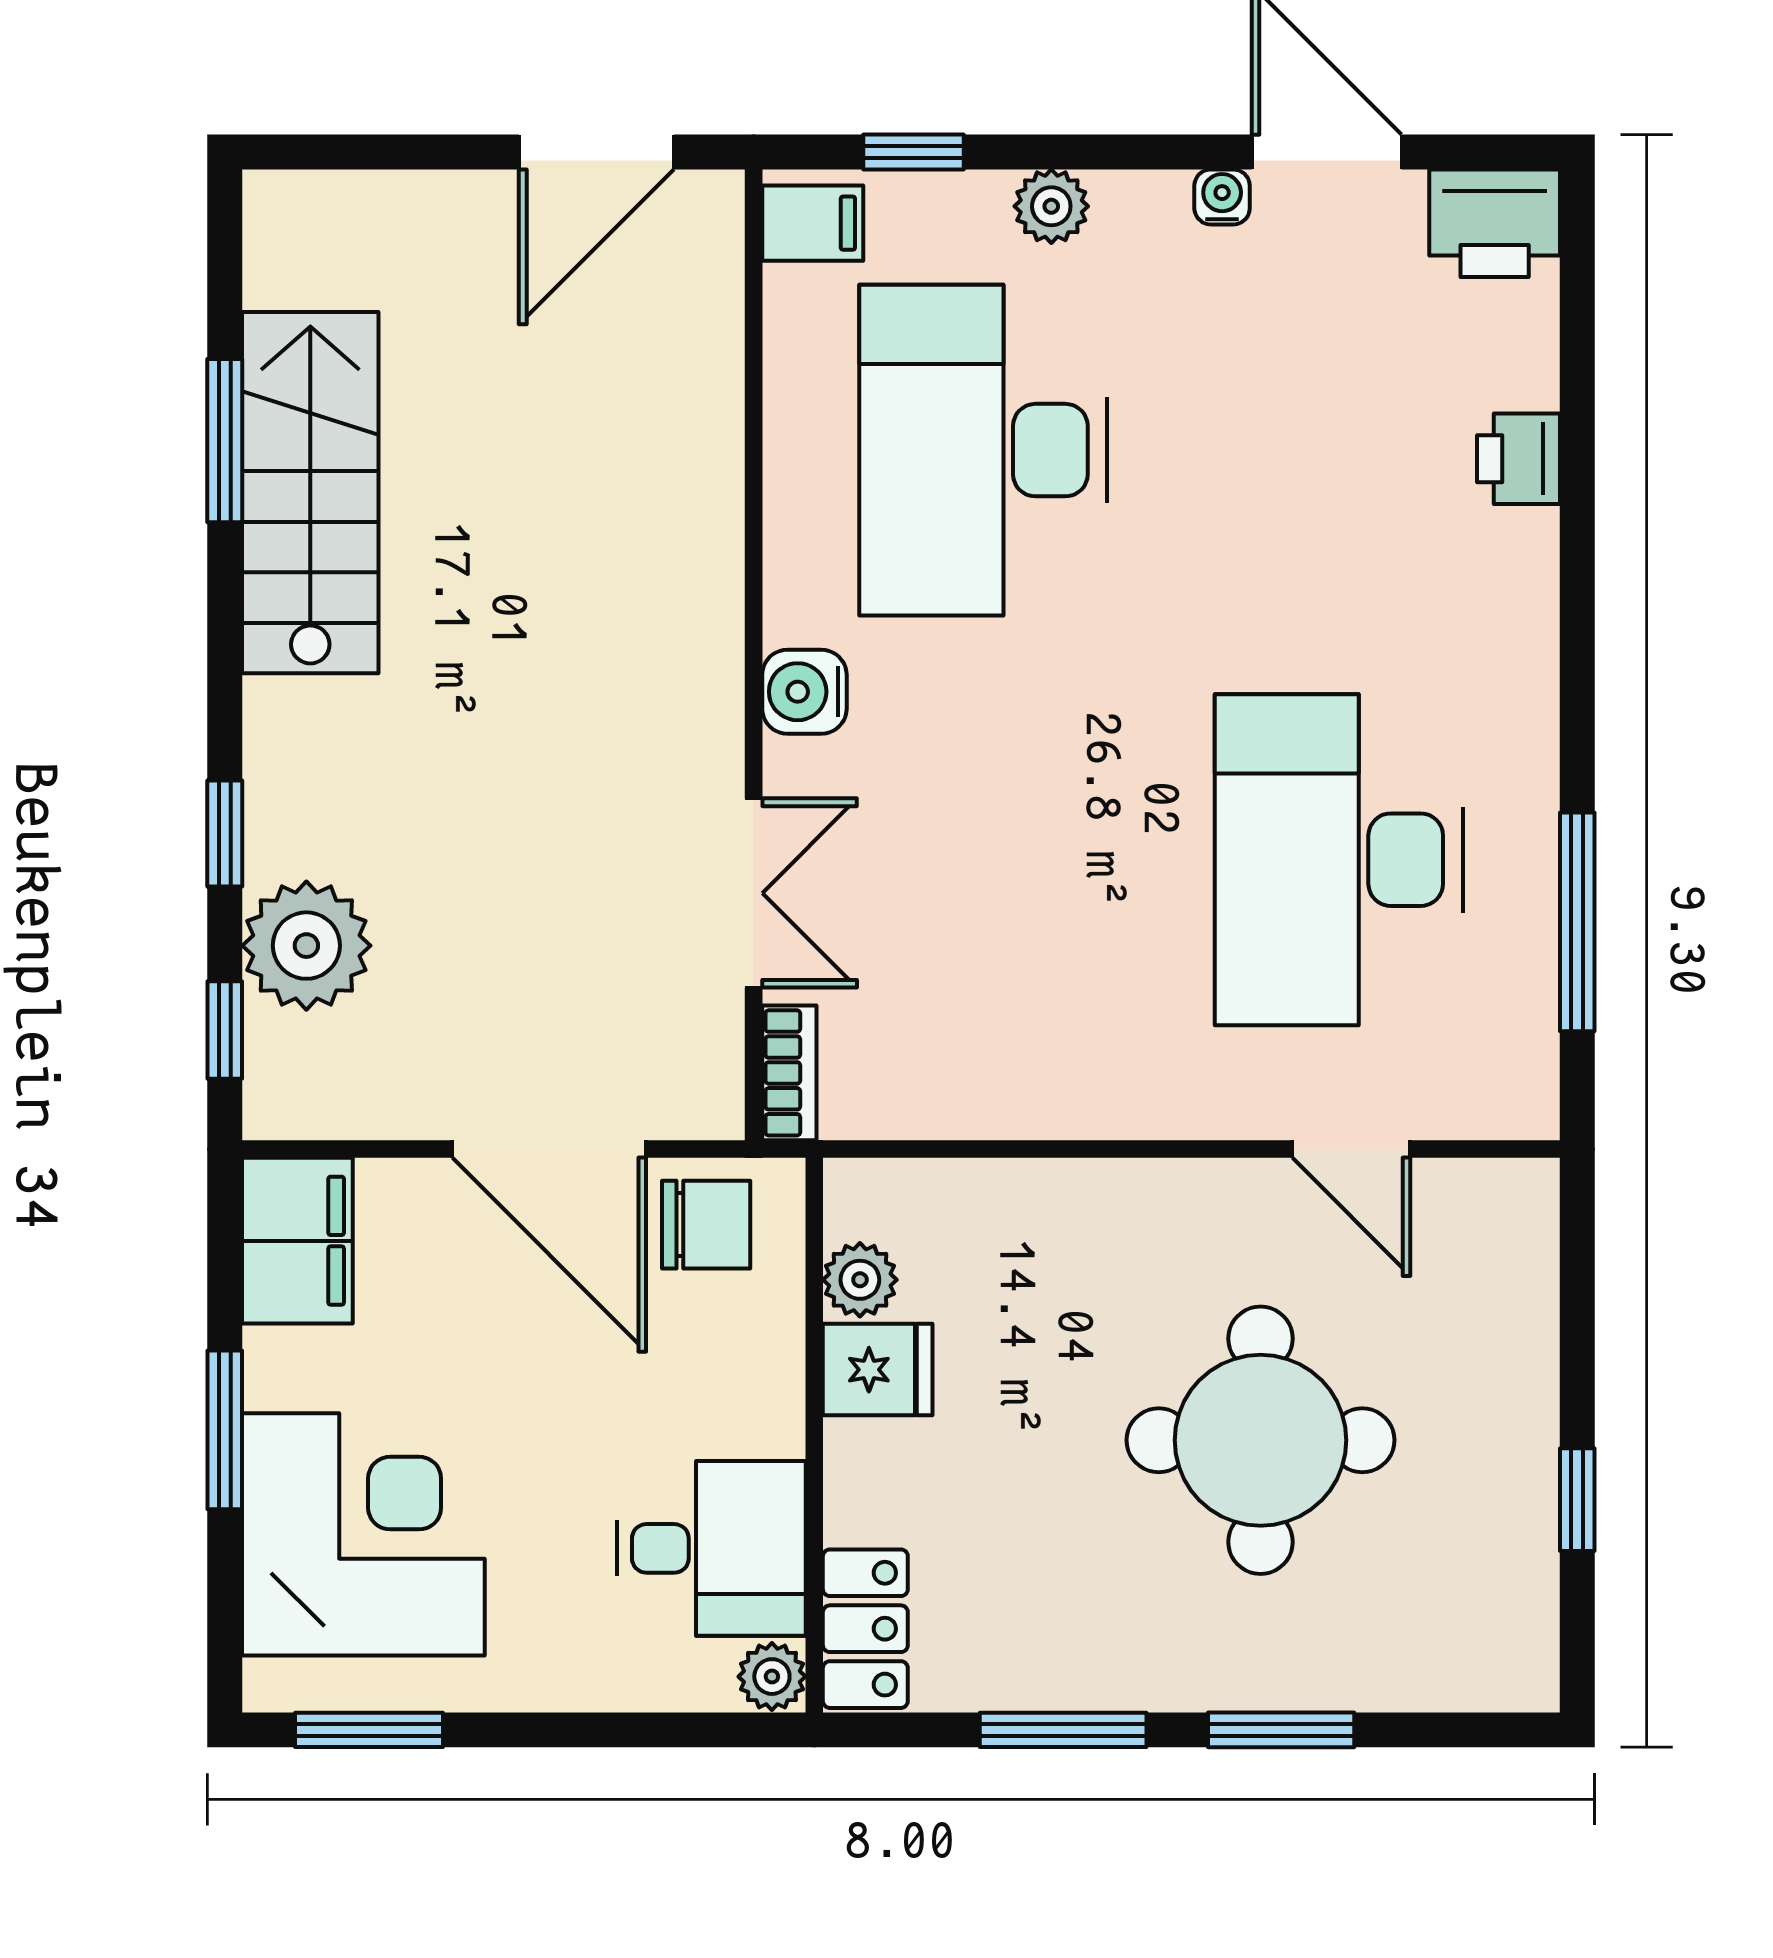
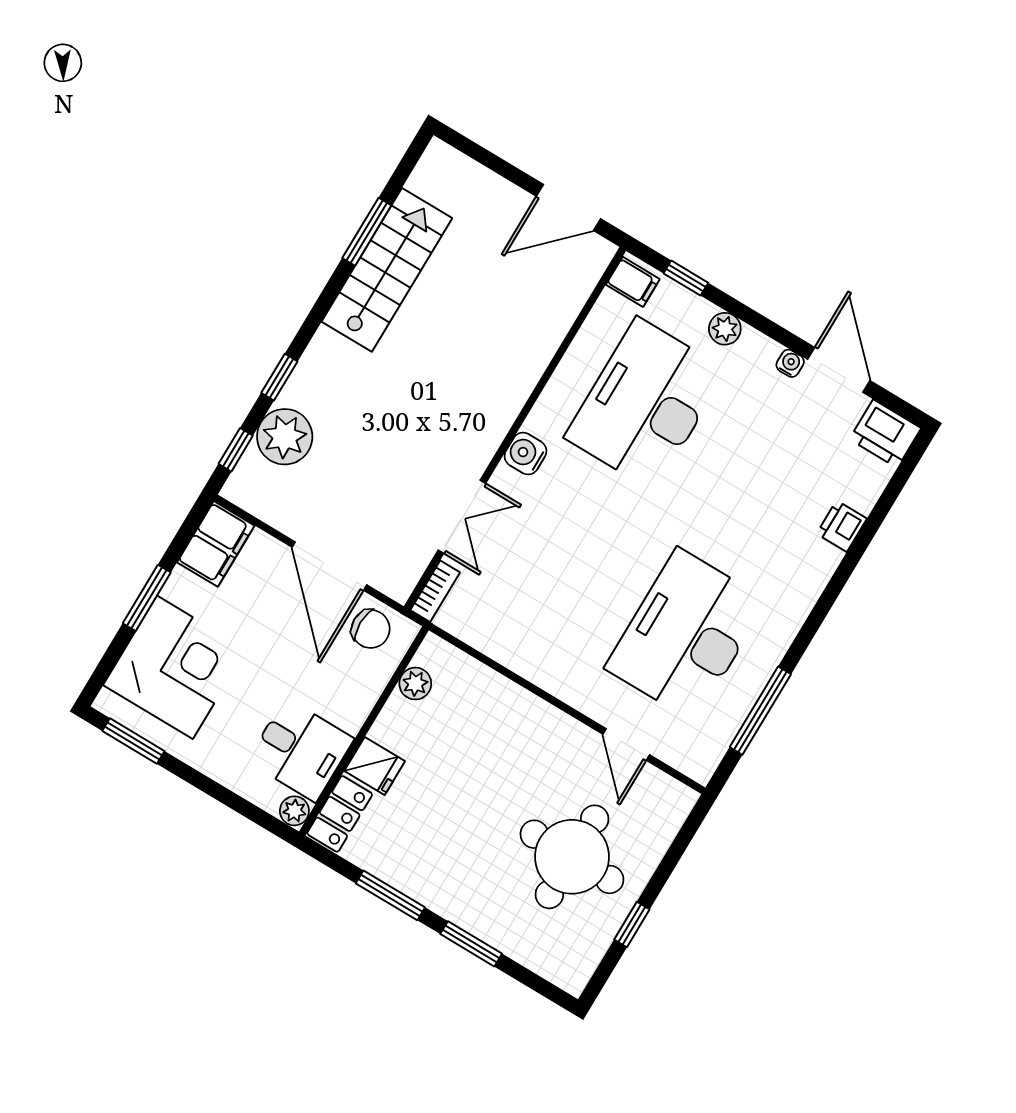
fridge: (878, 1370) -> (375, 766), moved
round table: (1261, 1440) -> (572, 857), moved

